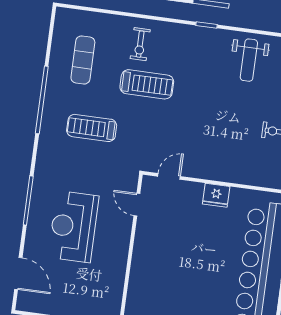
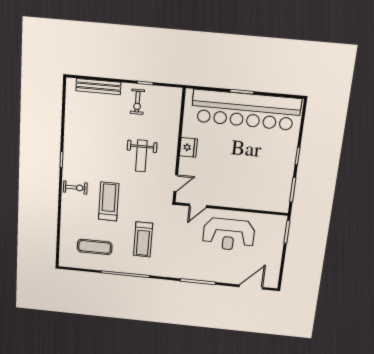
exercise bike: (140, 44) -> (75, 188), moved
weight bench: (249, 60) -> (141, 156), moved, turned 90
door: (169, 176) -> (176, 183), swing flipped
reception desk: (73, 227) -> (229, 234), moved

